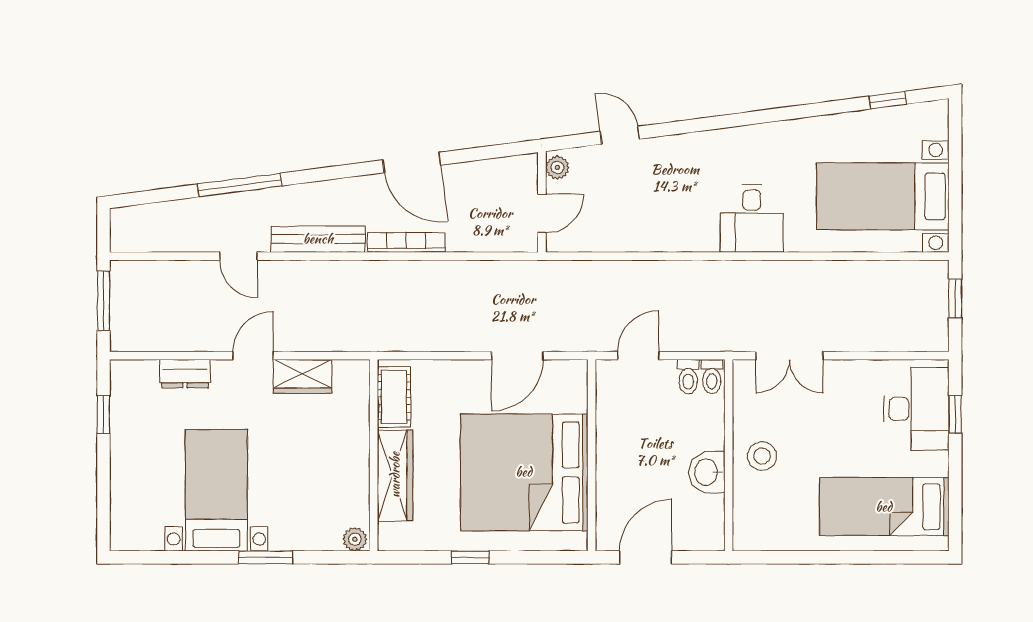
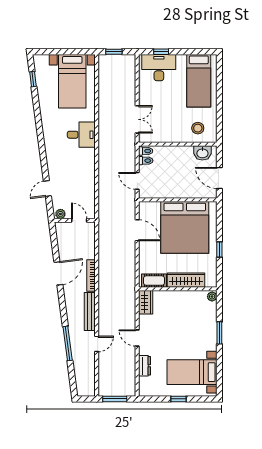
wardrobe: (303, 376) -> (146, 302), moved
window: (103, 415) -> (179, 399), moved
stool: (762, 456) -> (198, 128), moved
washbasin: (707, 472) -> (202, 153), moved
bed with nightstands: (216, 490) -> (192, 372), moved

